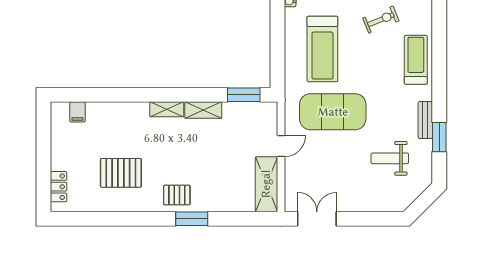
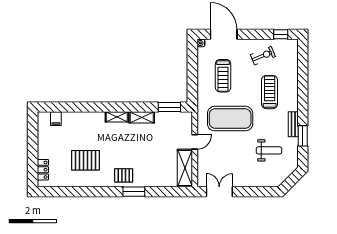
treadmill: (322, 49) -> (223, 76), width x0.73, depth x0.73
treadmill: (416, 60) -> (270, 92), moved
weight bench: (390, 158) -> (269, 150), turned 180

